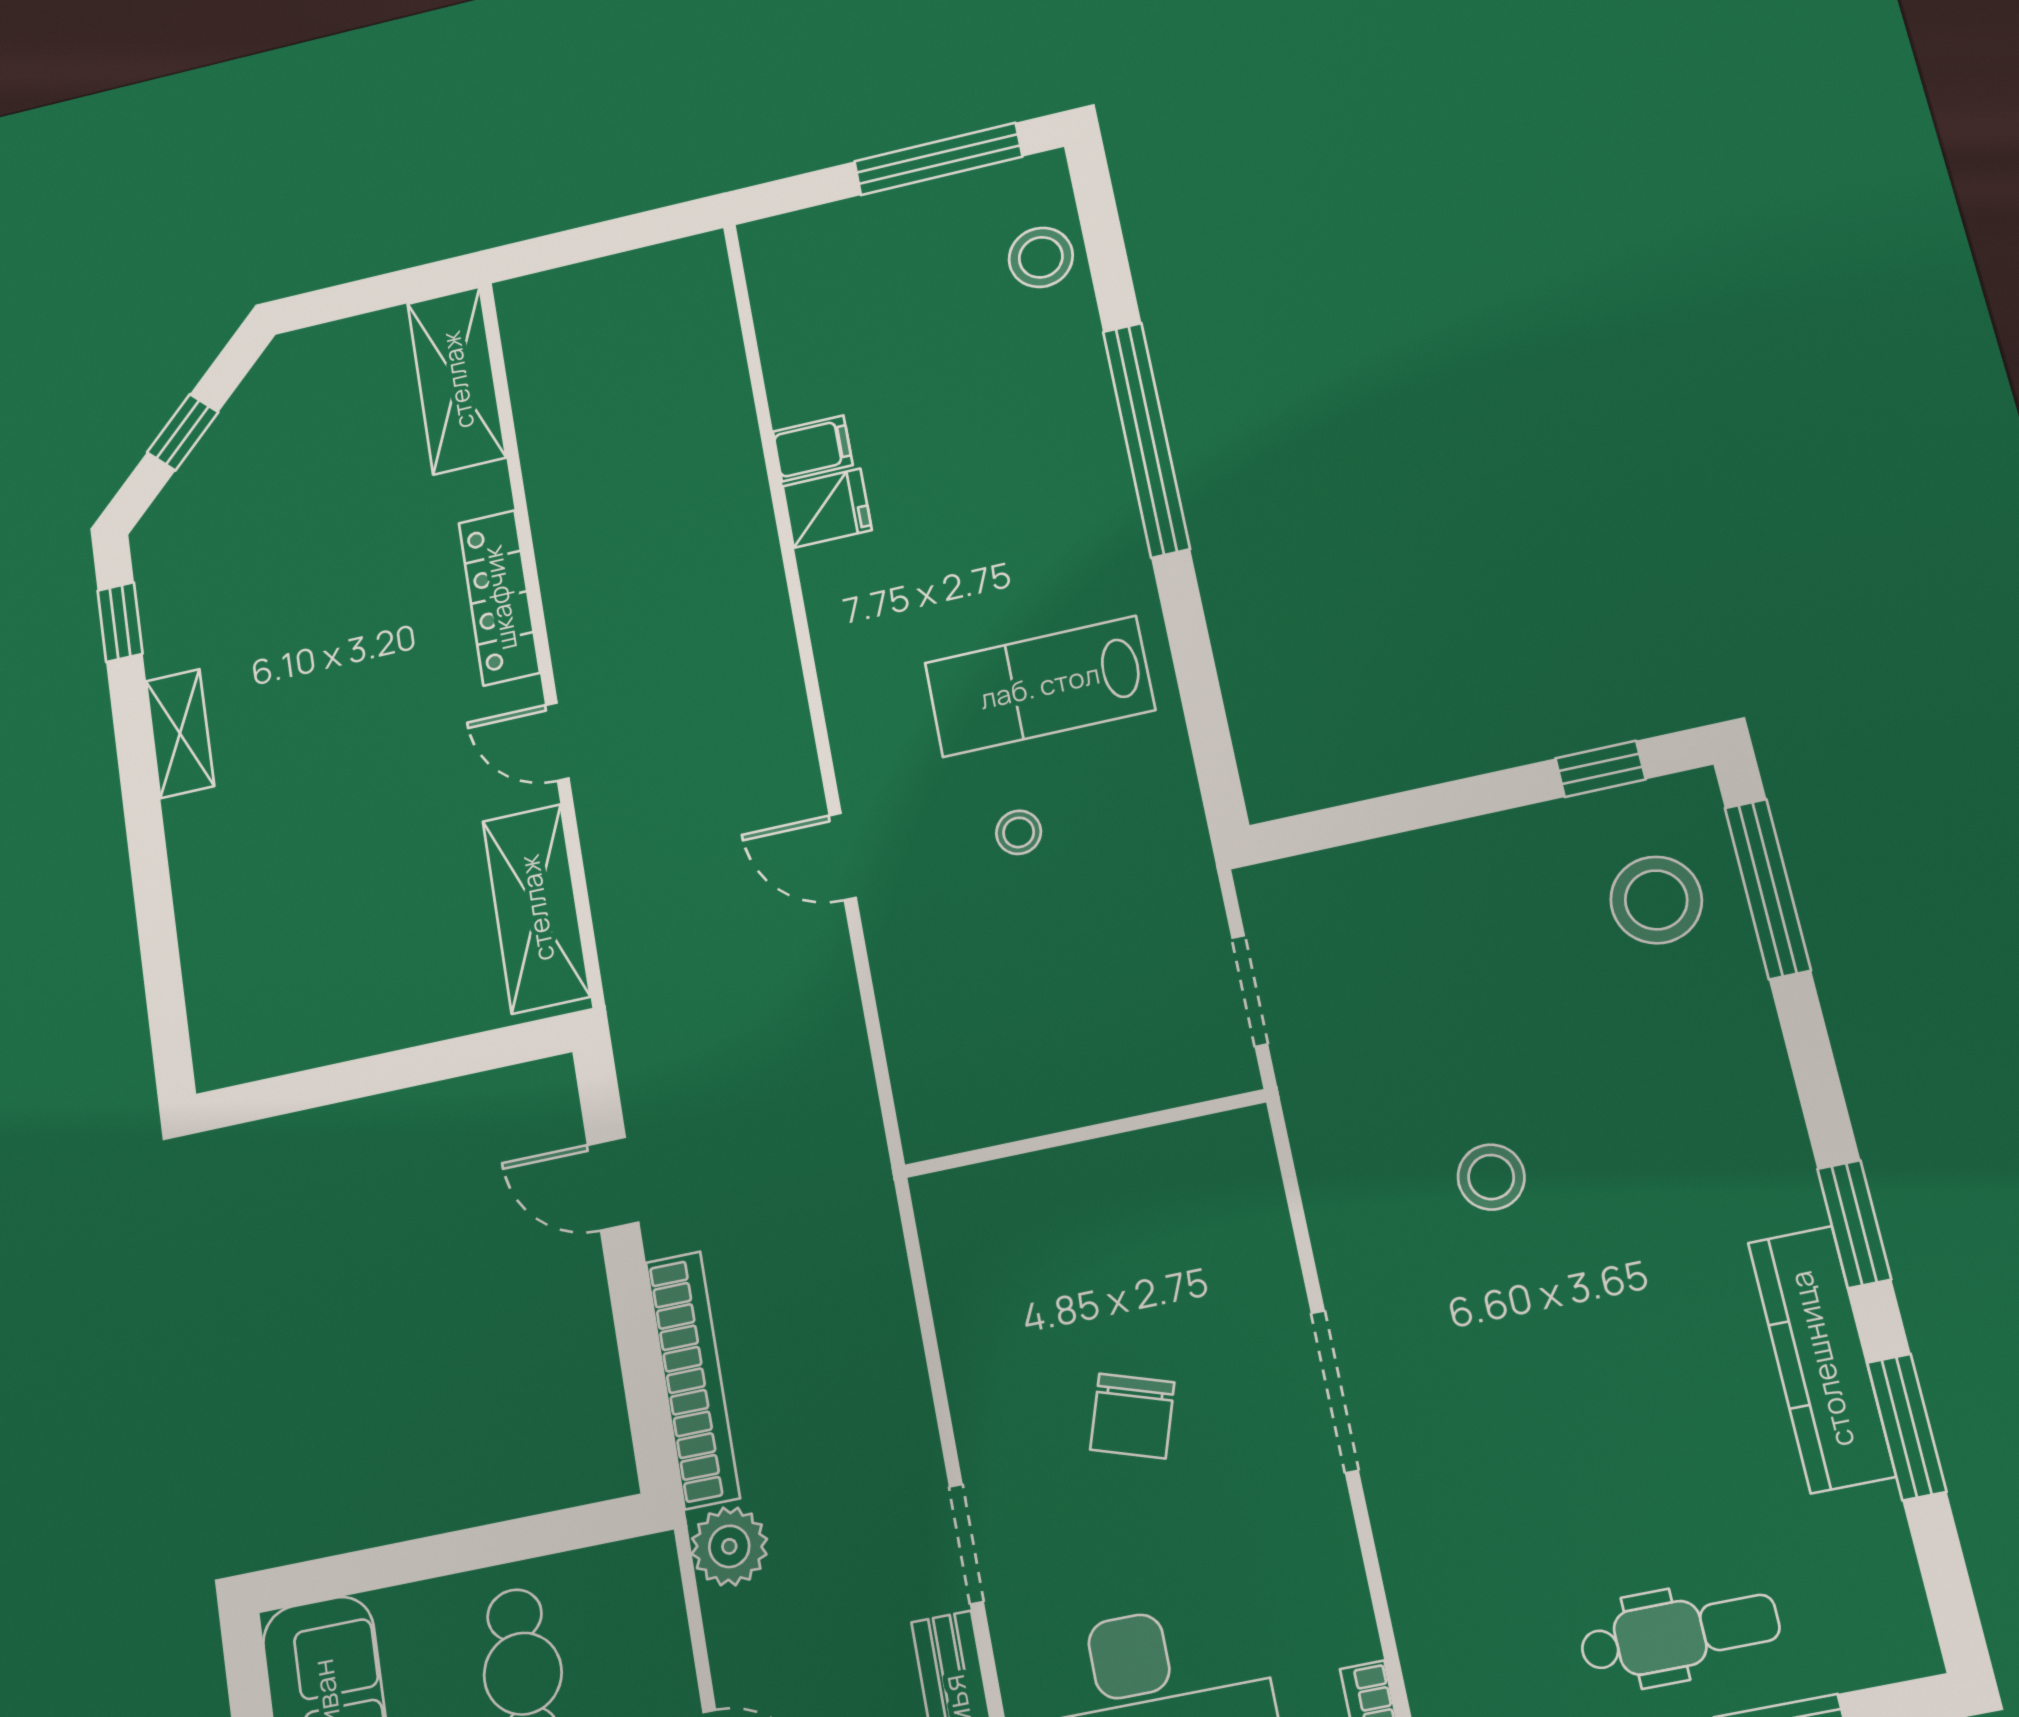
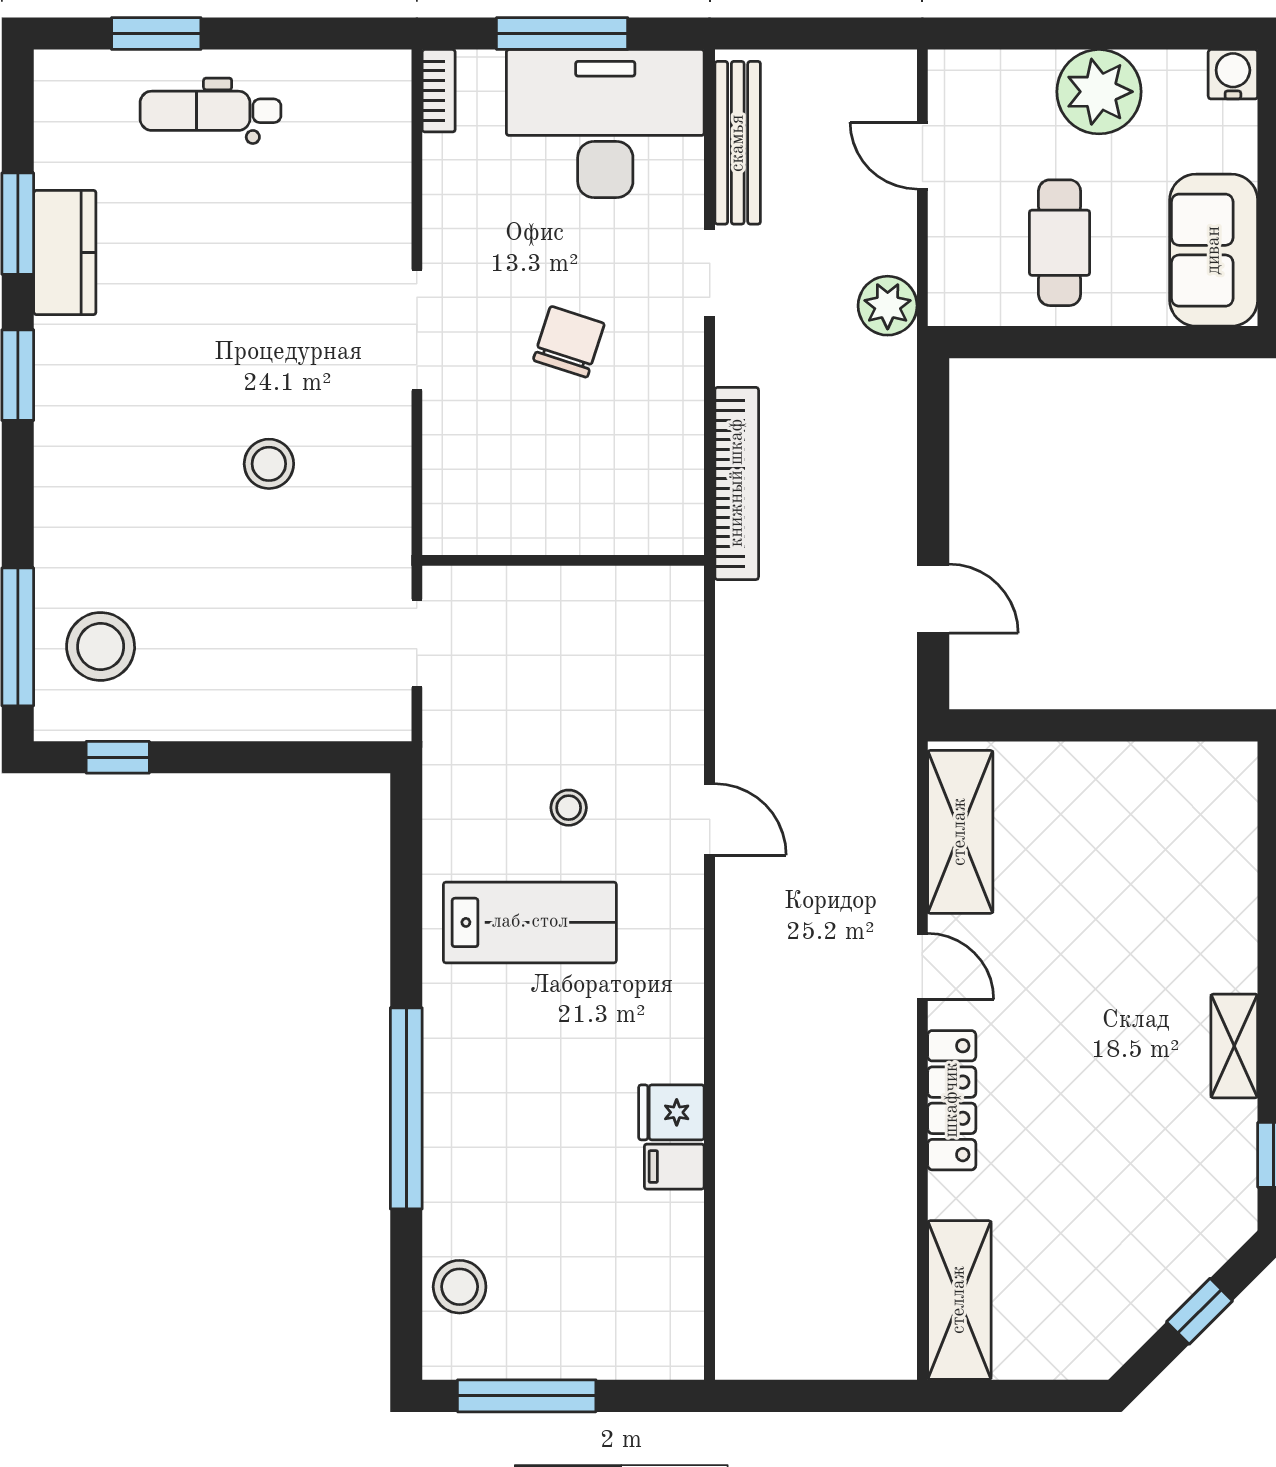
kitchen counter: (1821, 1359) -> (65, 252), width x0.67
bookcase: (693, 1379) -> (737, 483), moved, turned 180

